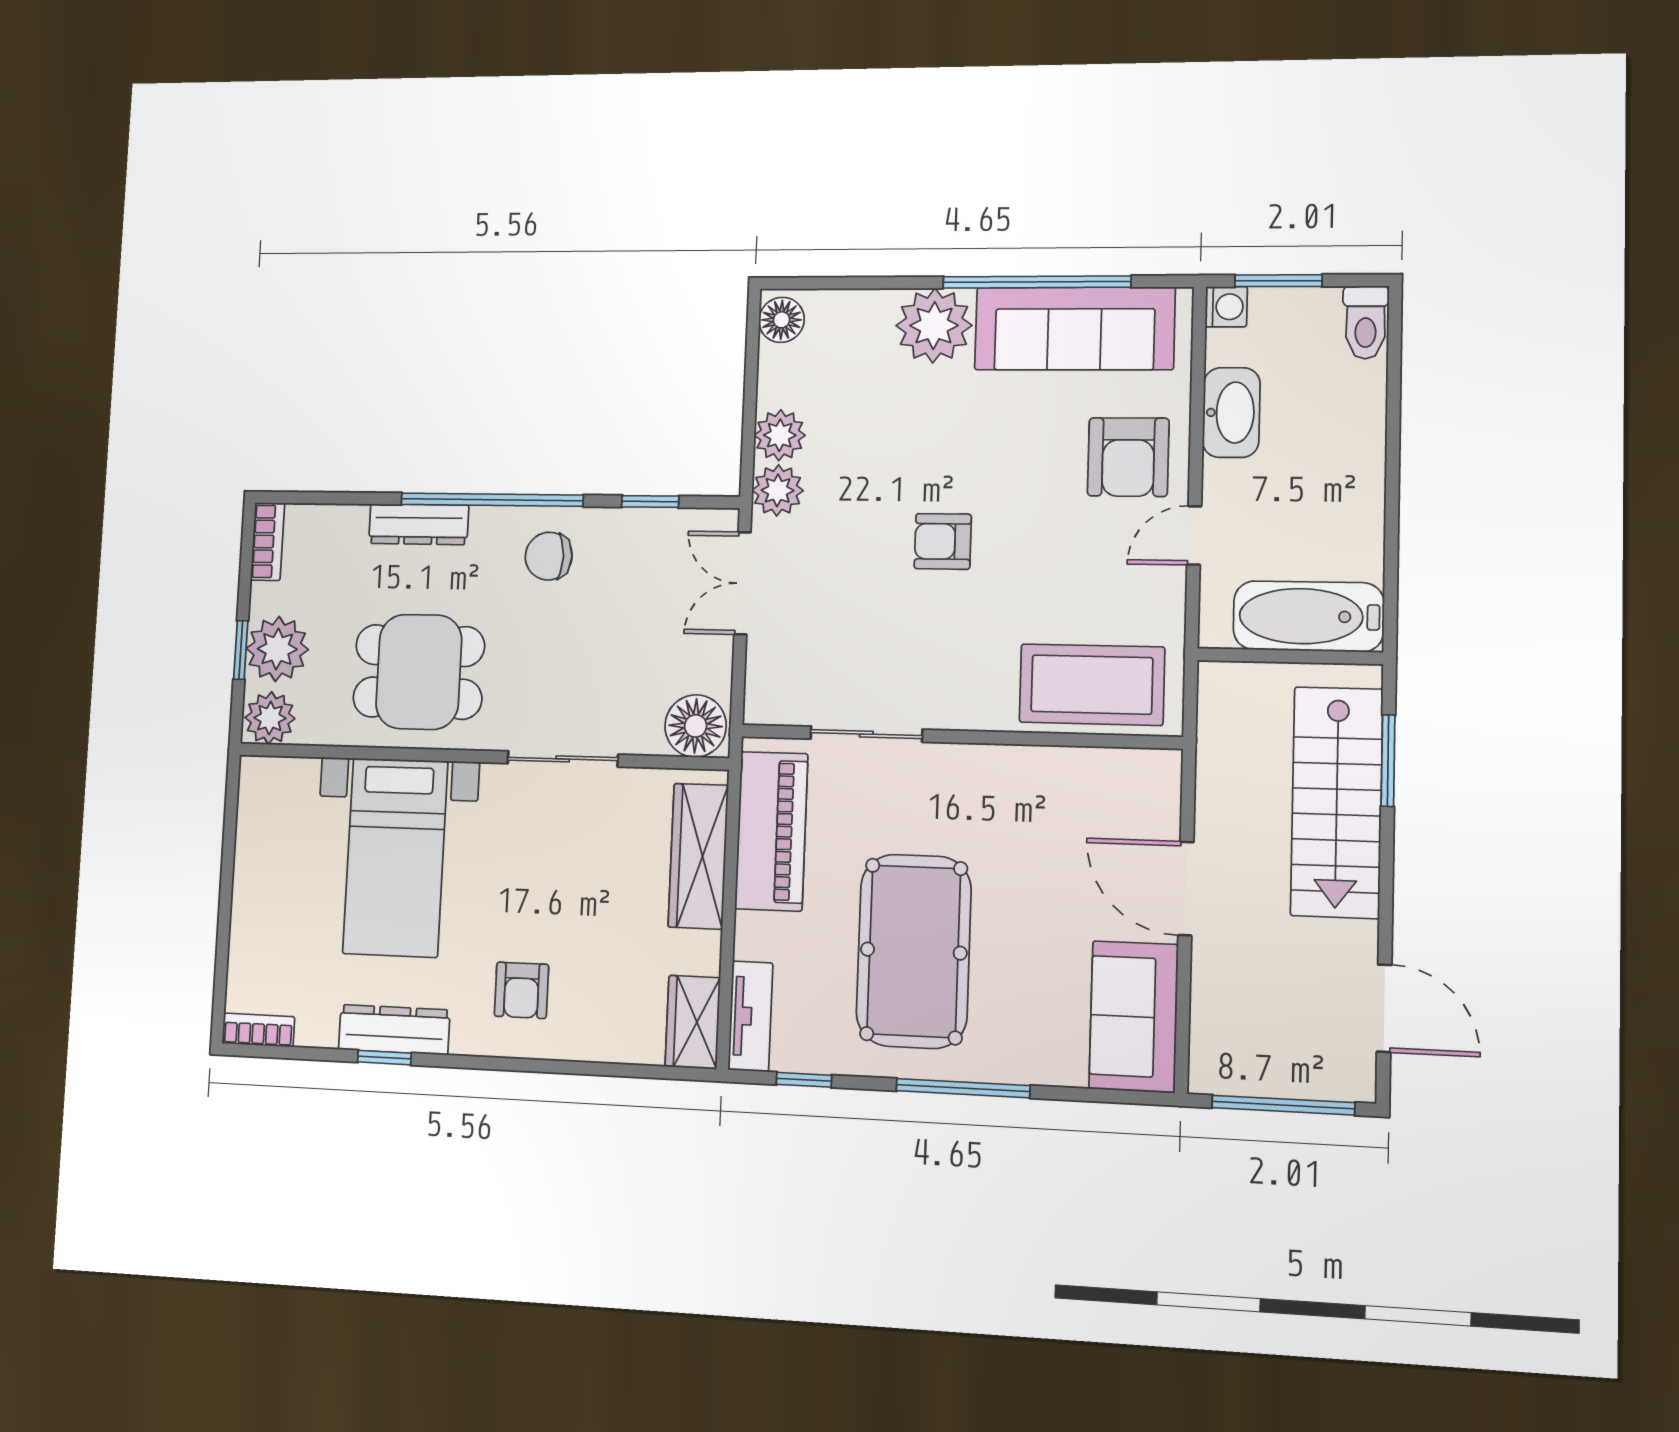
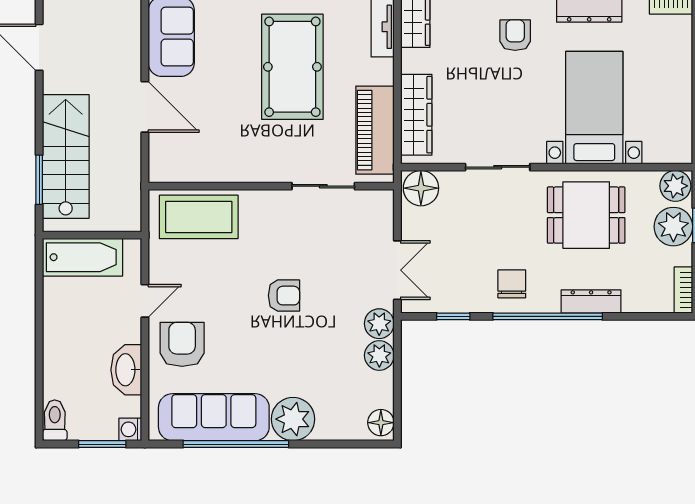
chair: (549, 556) -> (512, 284), turned -90

